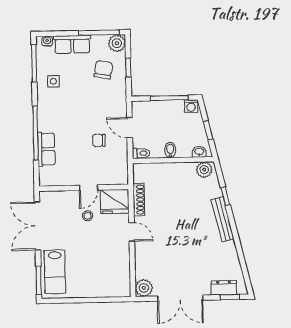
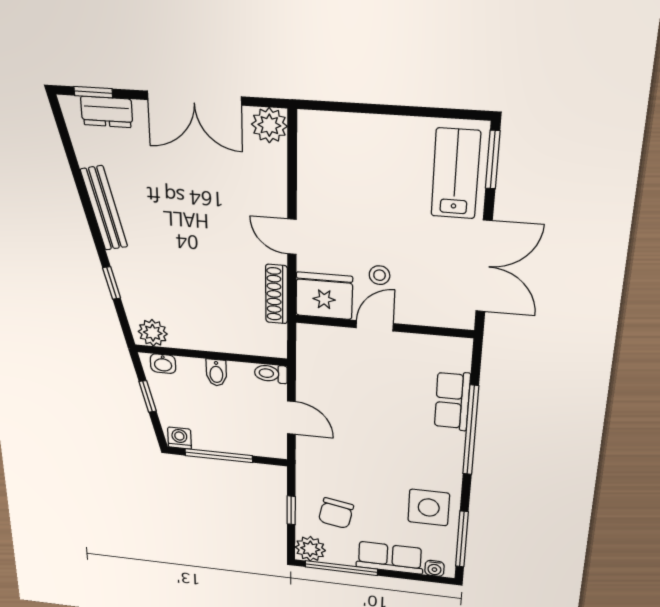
side table: (53, 81) -> (429, 507), width x1.87, depth x1.87
chair: (99, 140) -> (350, 404), removed
bench: (223, 219) -> (104, 208), moved
double door: (180, 298) -> (194, 98), swing flipped

